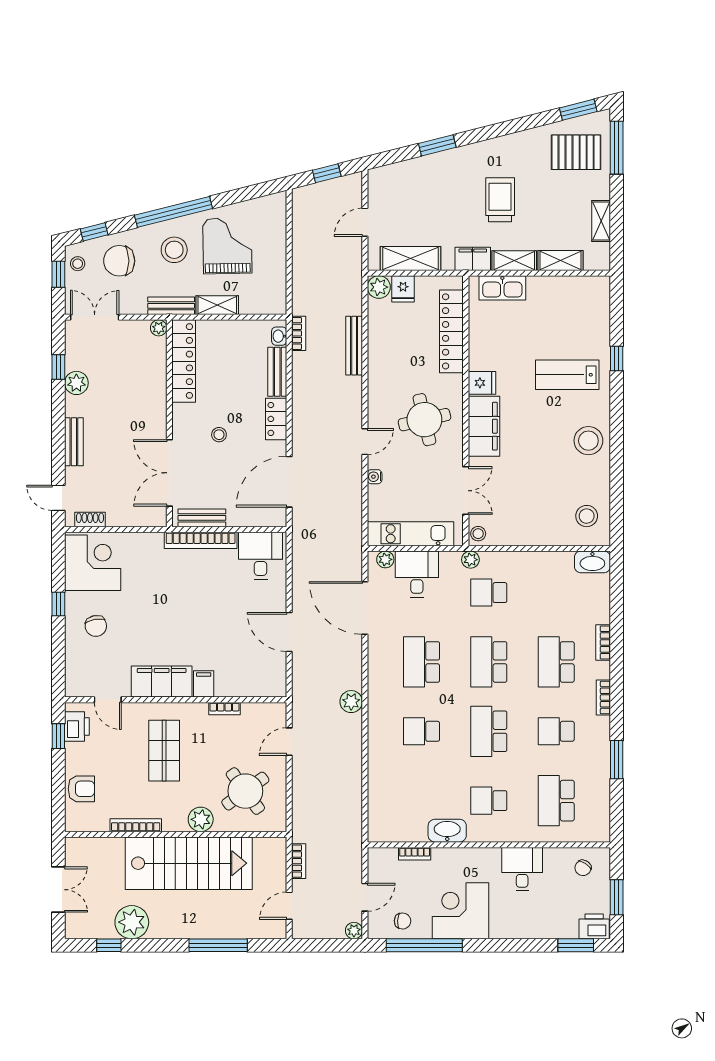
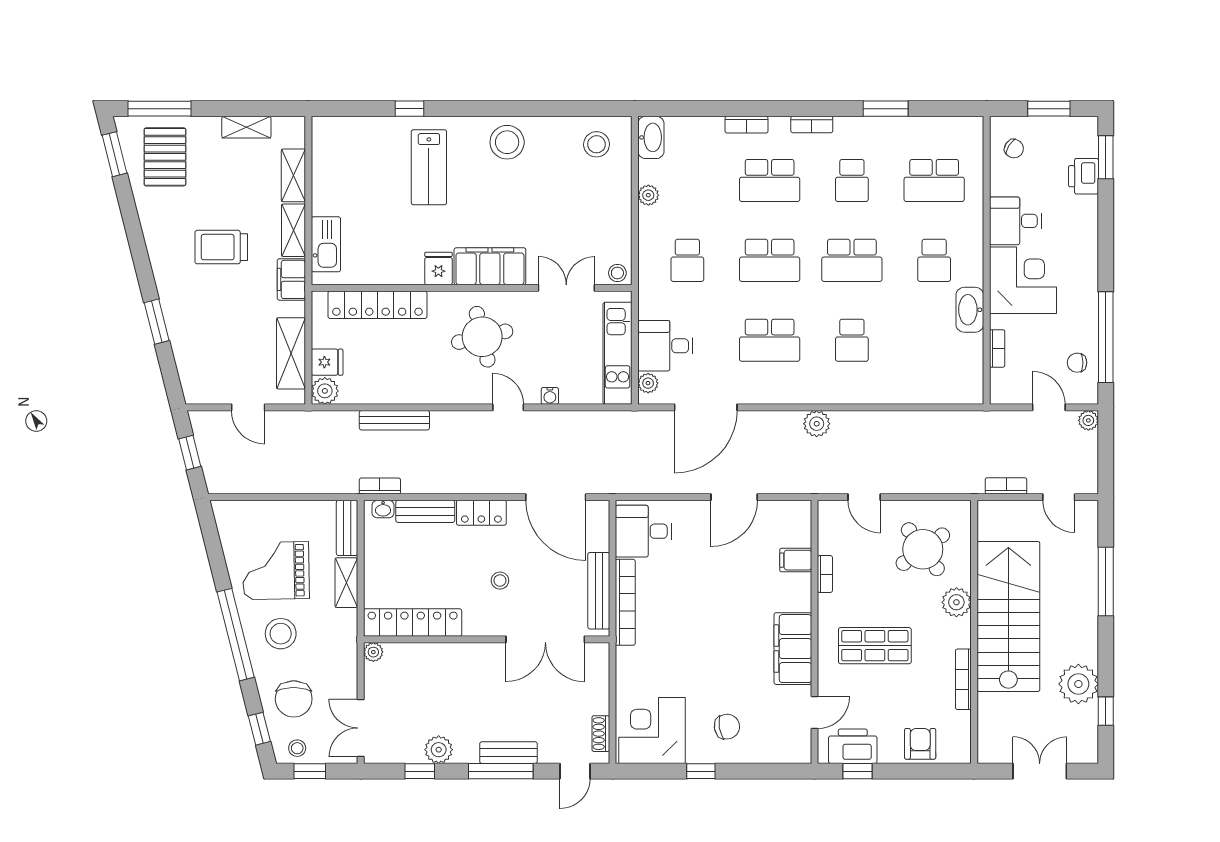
bench: (171, 306) -> (347, 528), moved
window: (58, 435) -> (501, 771), added
bench: (202, 518) -> (599, 591), width x1.36
plant: (470, 560) -> (648, 195), moved
filing cabinet: (204, 684) -> (796, 560), moved
printer: (77, 726) -> (853, 746), width x1.37, depth x1.19
corner desk: (460, 911) -> (1023, 280), moved, turned 180
chair: (403, 921) -> (1077, 363), turned -92
printer: (594, 926) -> (1083, 176), moved

